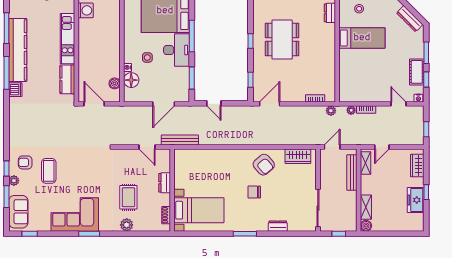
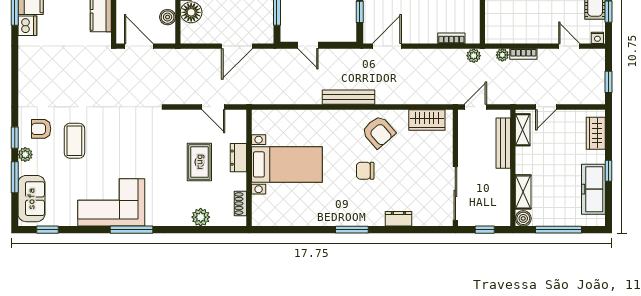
bench: (180, 140) -> (349, 97), moved
rug: (128, 197) -> (199, 162), moved
freezer: (416, 200) -> (593, 189), width x1.40
bed with nightstands: (199, 210) -> (287, 164), moved
plant: (127, 225) -> (201, 217), moved
window: (89, 234) -> (131, 230), width x1.44
window: (391, 234) -> (558, 230), added

